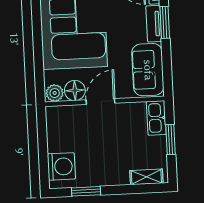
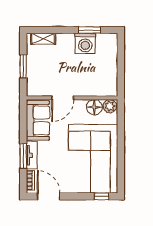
door: (100, 101) -> (63, 98), moved
kitchen sink: (156, 118) -> (33, 83), removed
washing machine: (61, 166) -> (85, 43), moved, turned -90

